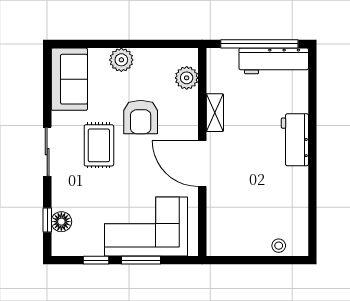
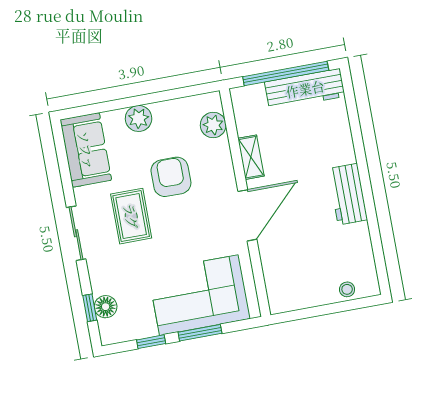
armchair: (141, 117) -> (171, 177), turned 180
workbench: (295, 140) -> (348, 194), moved
door: (202, 164) -> (247, 215), swing flipped

